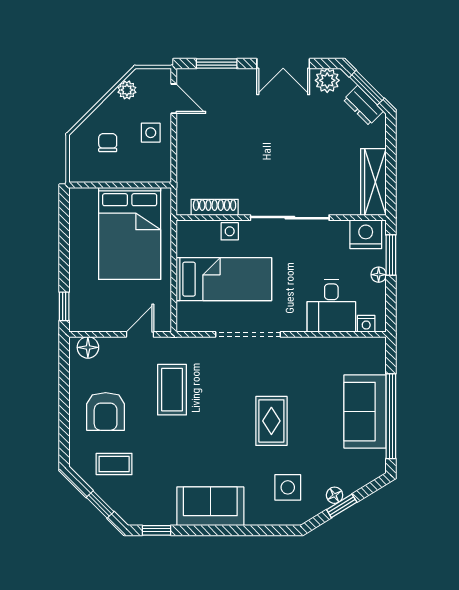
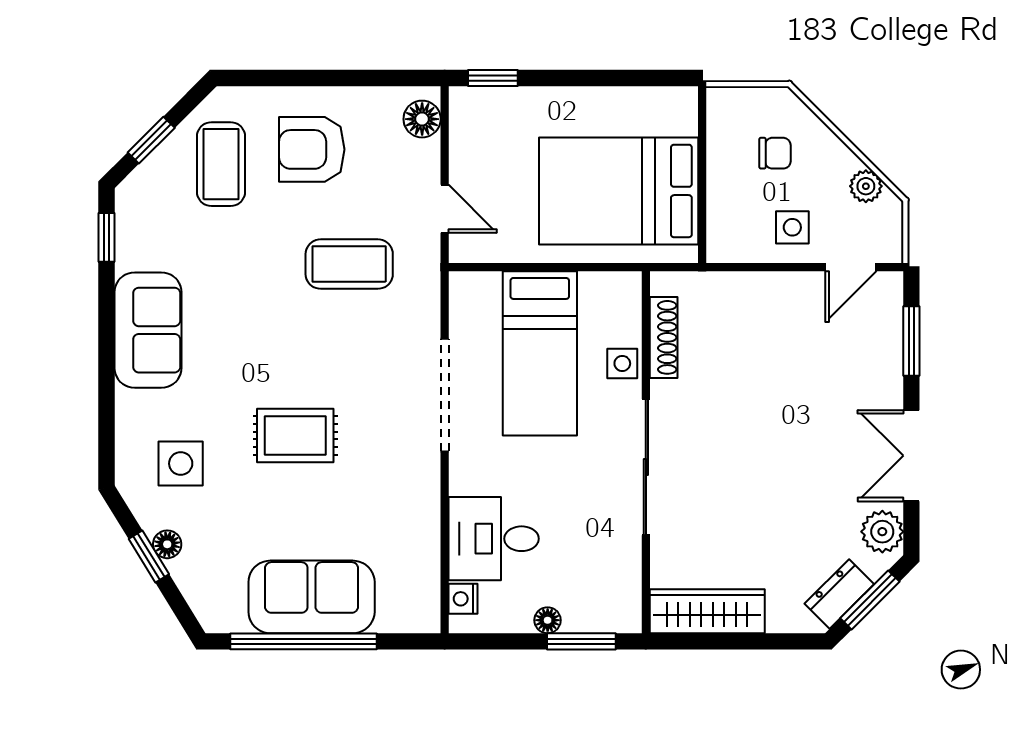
nightstand: (366, 234) -> (617, 598), removed
coffee table: (114, 464) -> (221, 164), width x1.36, depth x1.30

